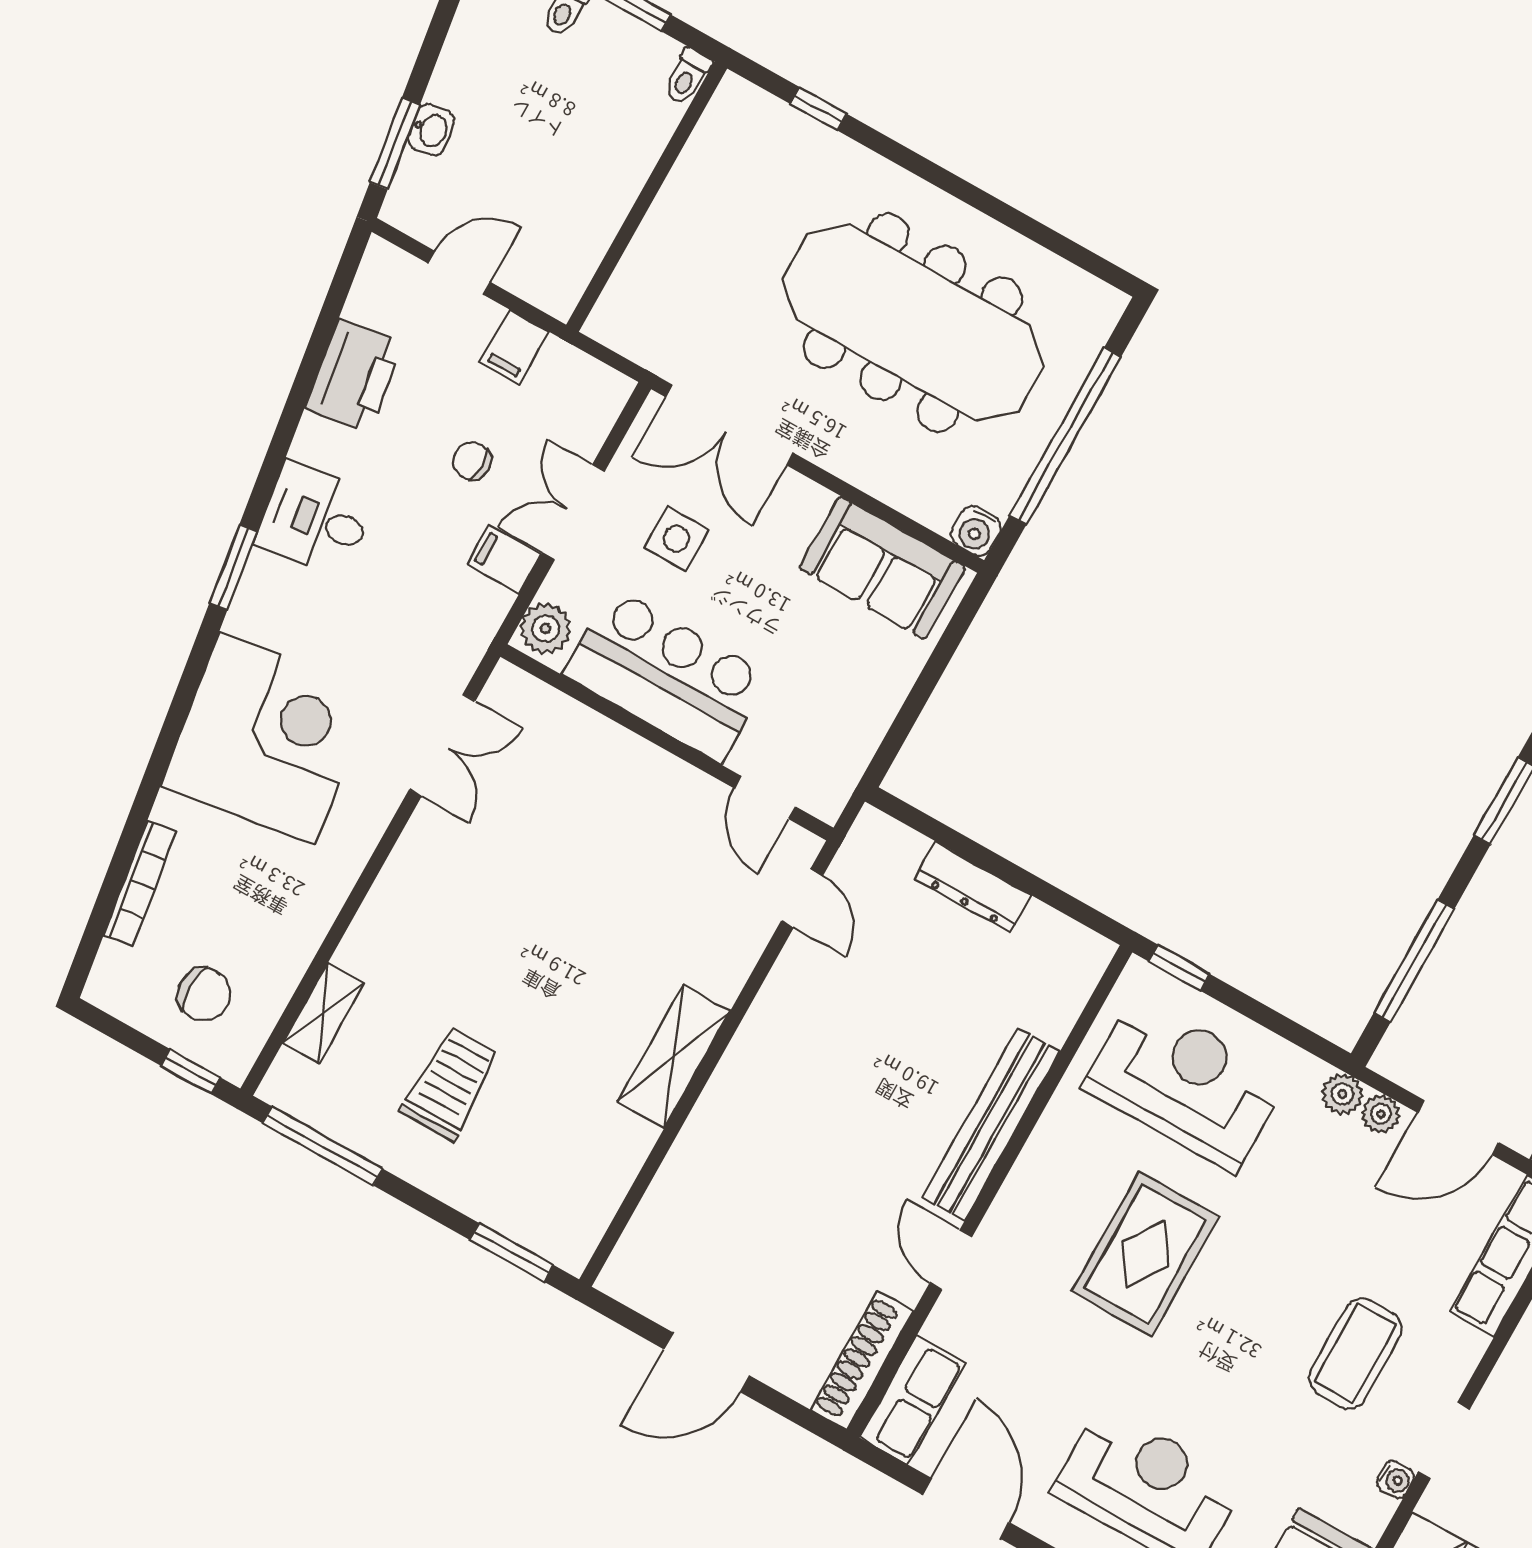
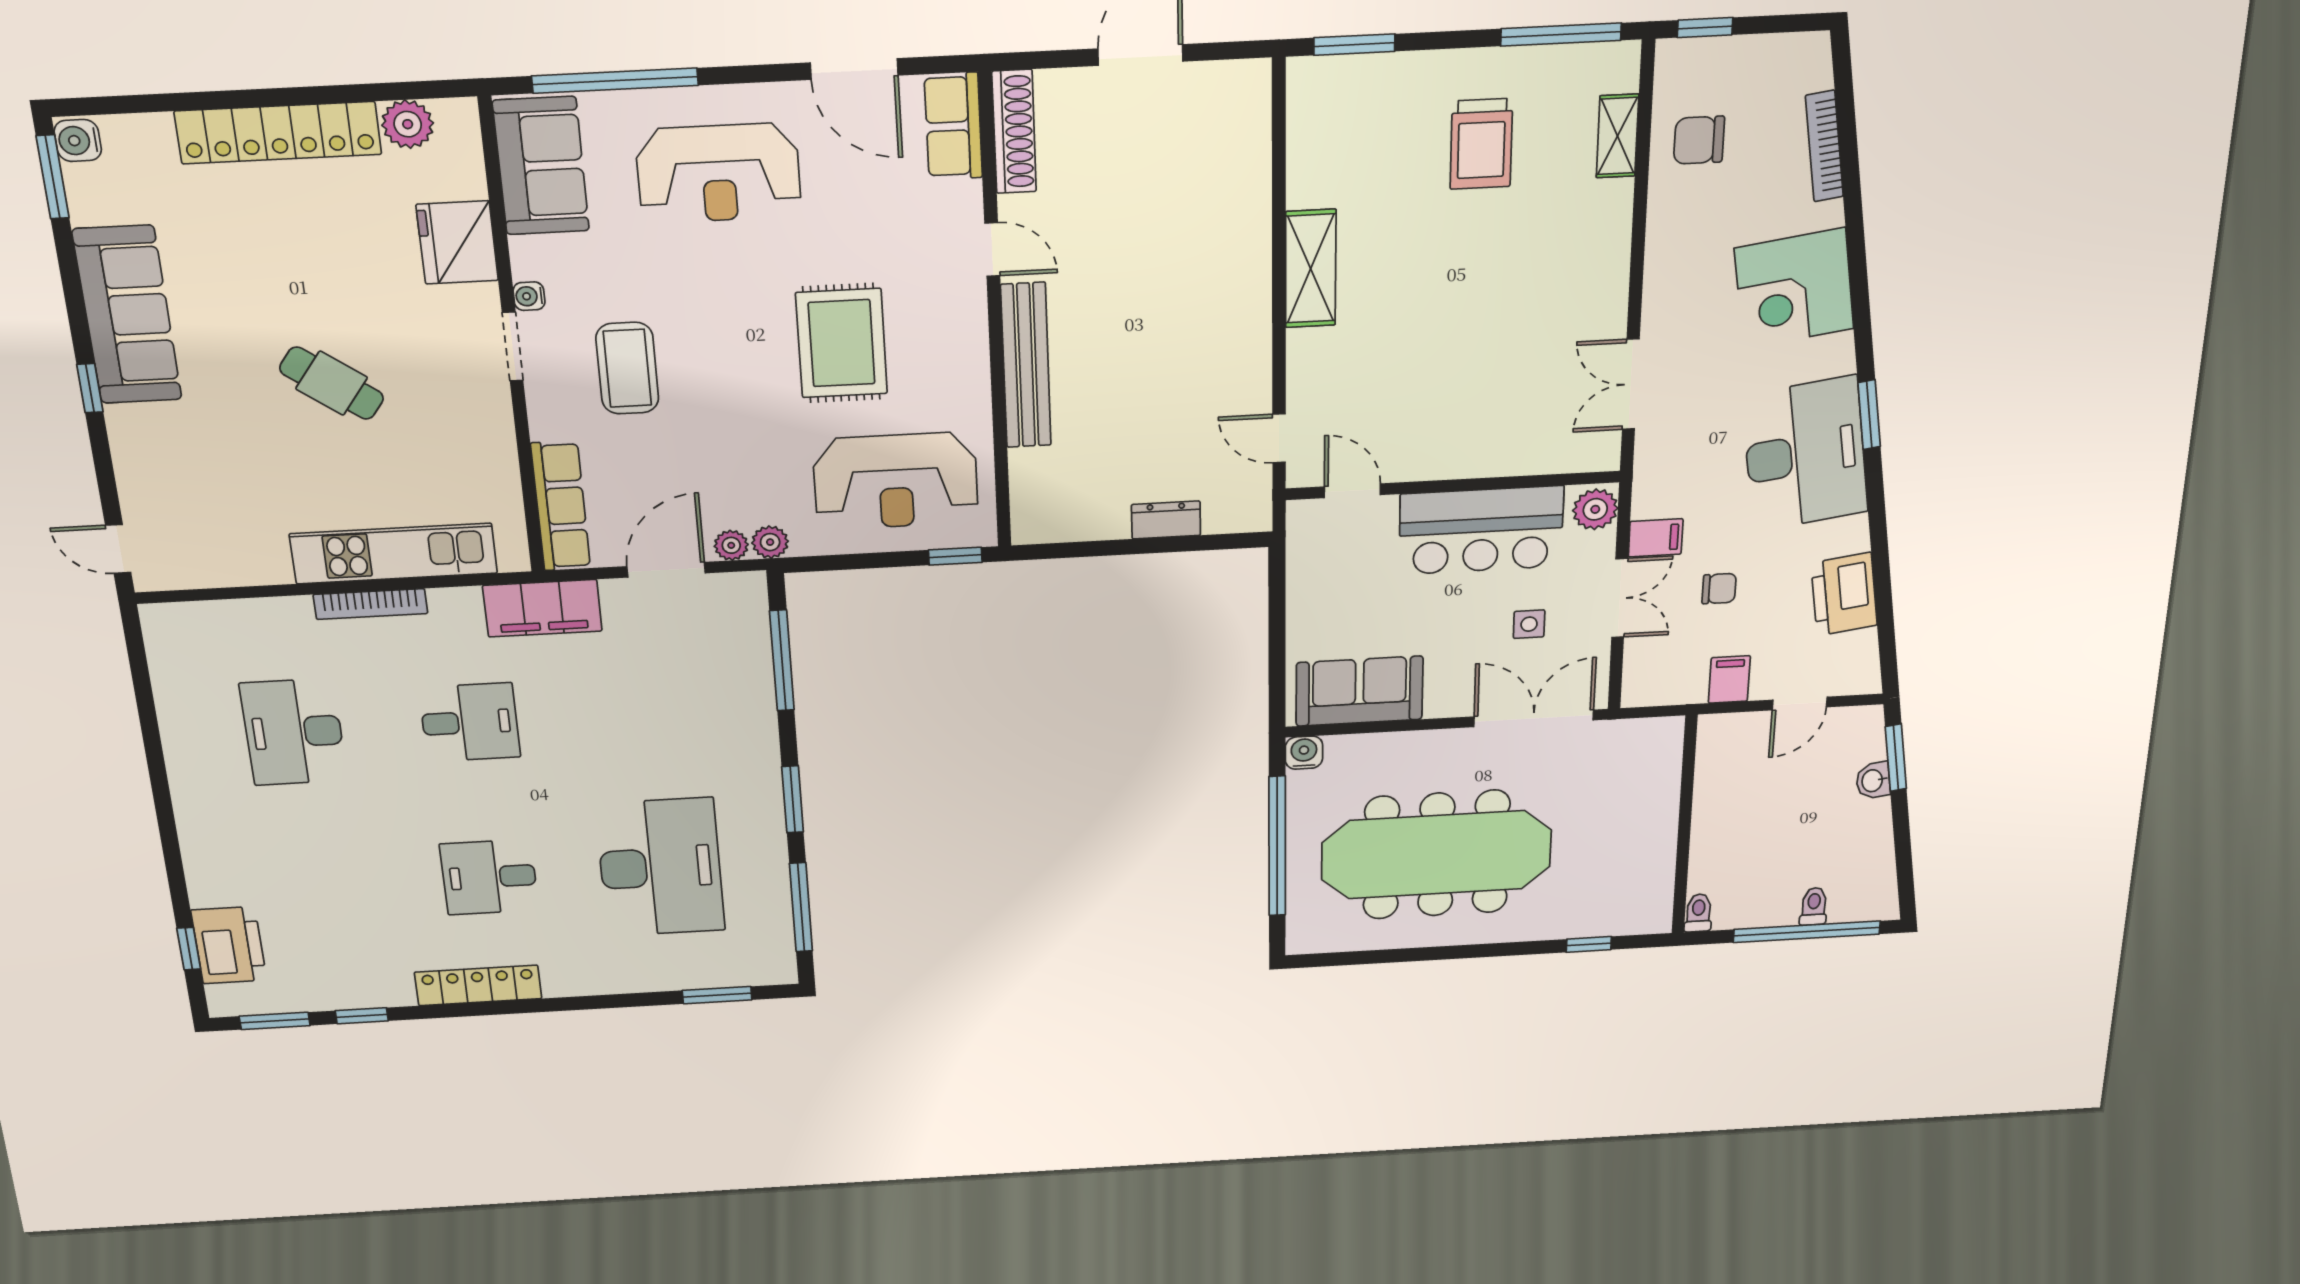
desk: (315, 519) -> (1805, 454), width x1.87, depth x1.30
side table: (677, 539) -> (1529, 624), width x0.73, depth x0.73
corner desk: (267, 738) -> (1794, 289), width x0.74, depth x0.74
dresser: (973, 887) -> (1166, 520), width x0.70
chair: (204, 994) -> (1699, 140), moved

